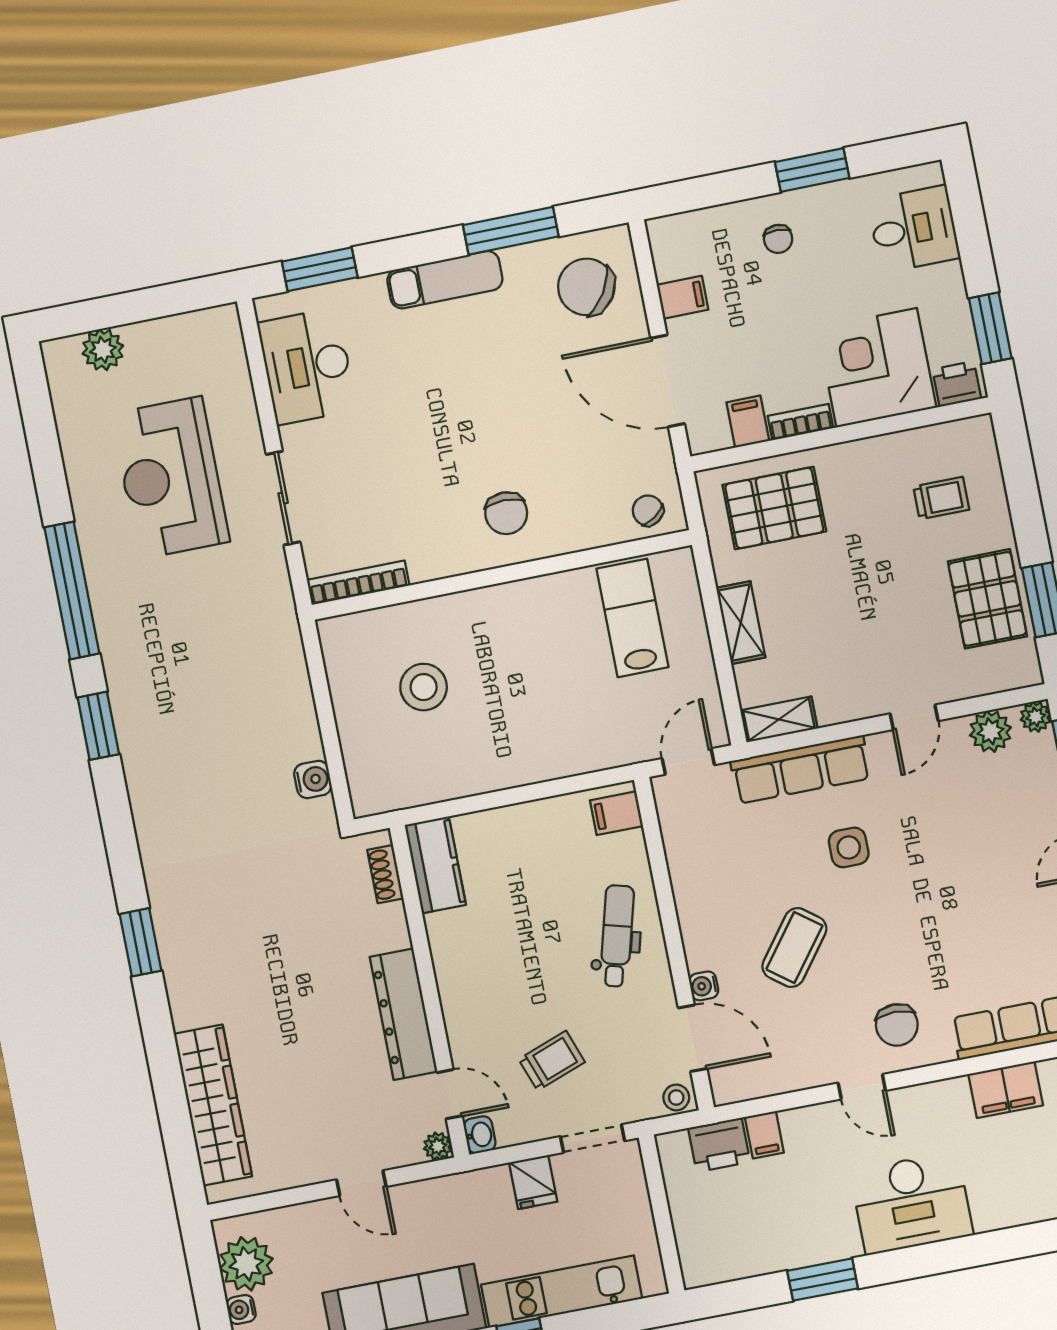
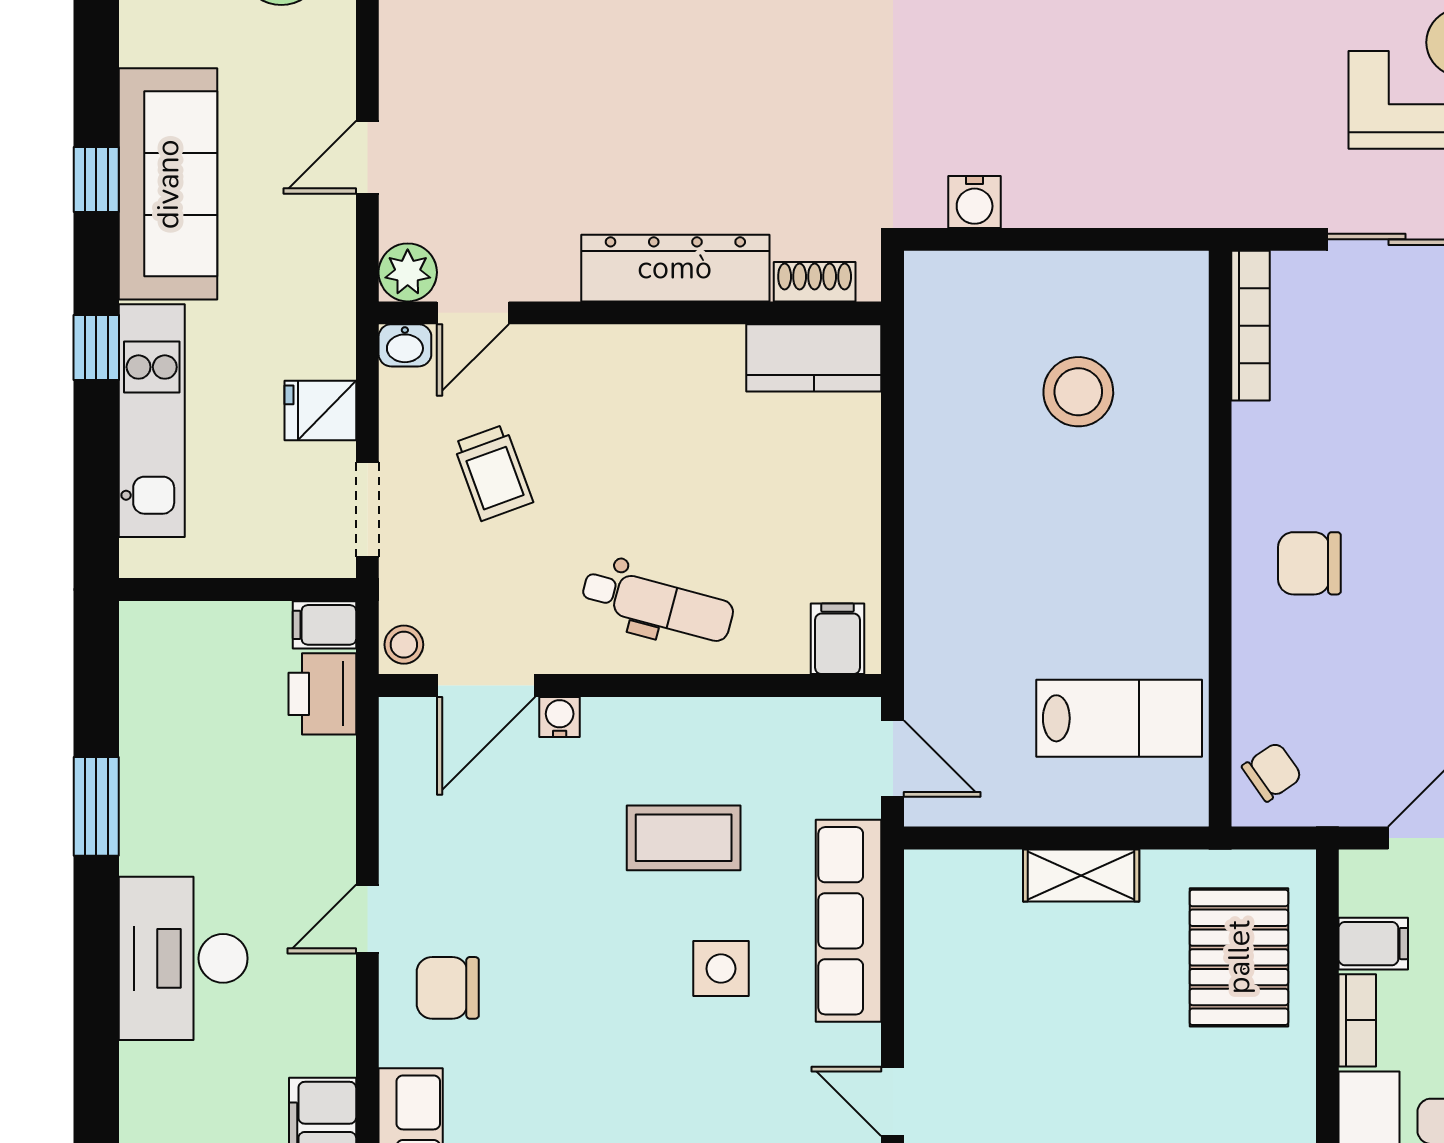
shelving: (779, 719) -> (928, 903), removed
coffee table: (794, 948) -> (684, 838), moved, turned -37
dresser: (403, 1014) -> (675, 268), moved
filing cabinet: (764, 1135) -> (324, 625), moved
plant: (438, 1146) -> (408, 272), width x1.38, depth x1.38

